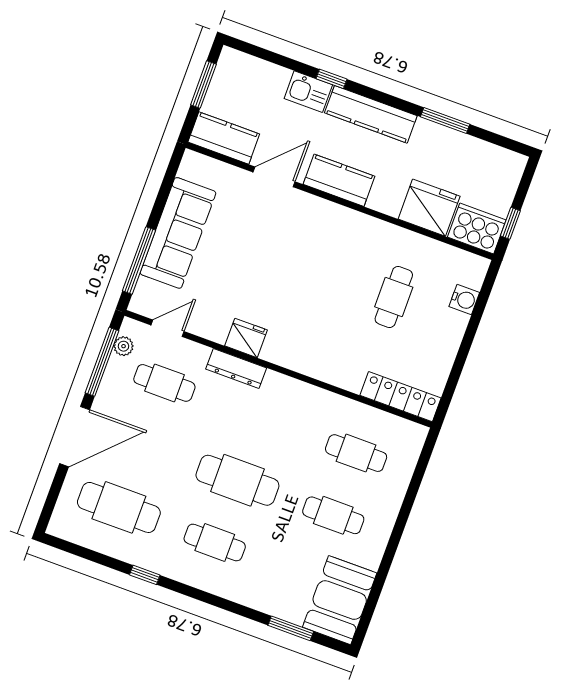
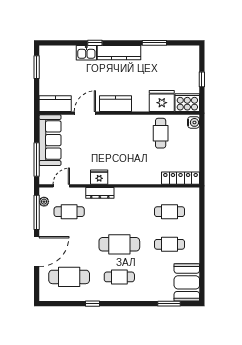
kitchen counter: (224, 138) -> (55, 104), moved
door: (274, 177) -> (85, 113), moved
kitchen counter: (339, 180) -> (115, 104), moved
wall: (340, 201) -> (119, 113), moved
fridge: (429, 208) -> (162, 101), moved
cooker: (477, 228) -> (187, 103), moved

